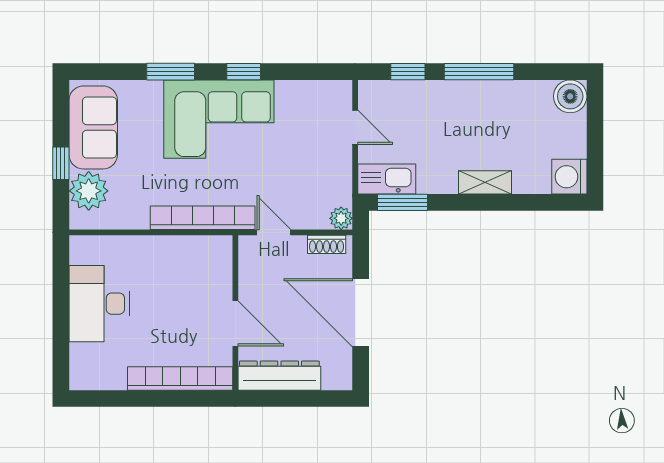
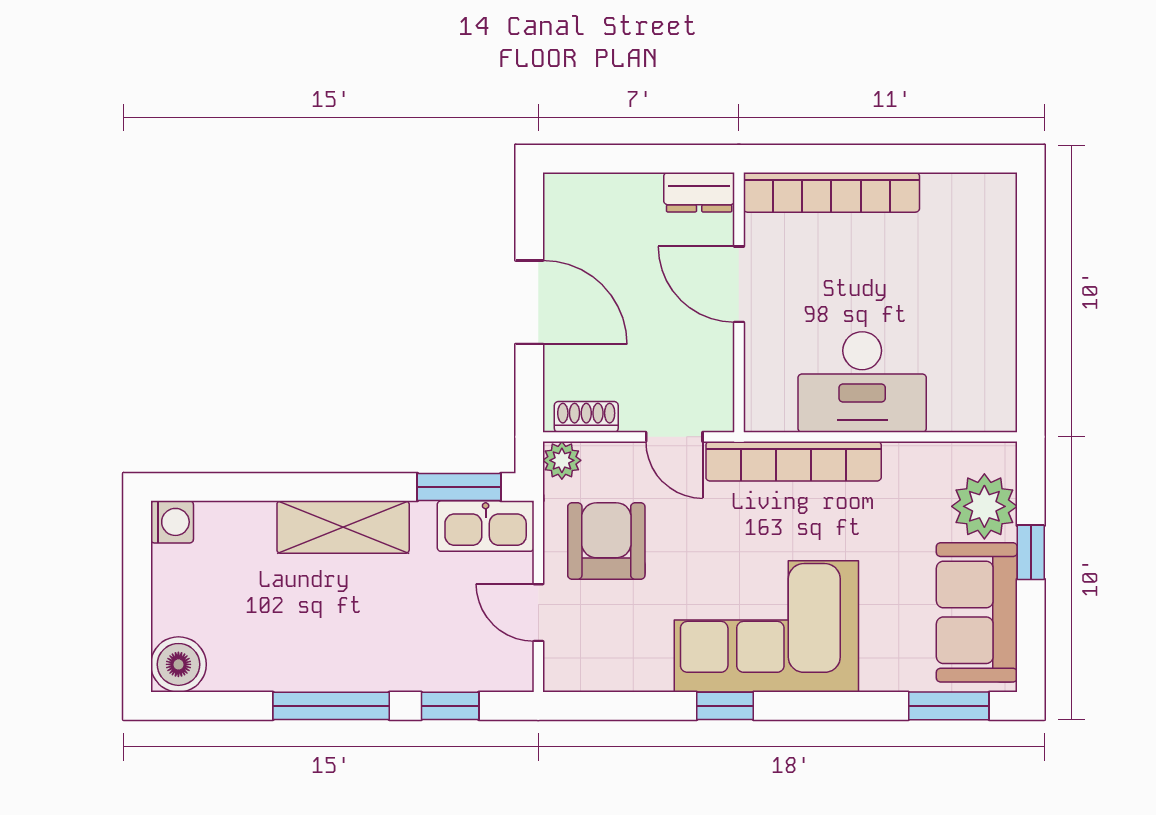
window: (171, 72) -> (949, 706), moved
armchair: (315, 170) -> (606, 541), added
washing machine: (569, 177) -> (172, 522), width x0.73, depth x0.73
shelving: (485, 182) -> (343, 527), width x1.50, depth x1.33
desk: (99, 304) -> (862, 382), moved, turned 90
door: (361, 313) -> (529, 302), width x0.73
dresser: (279, 376) -> (699, 192), width x0.51, depth x0.80

